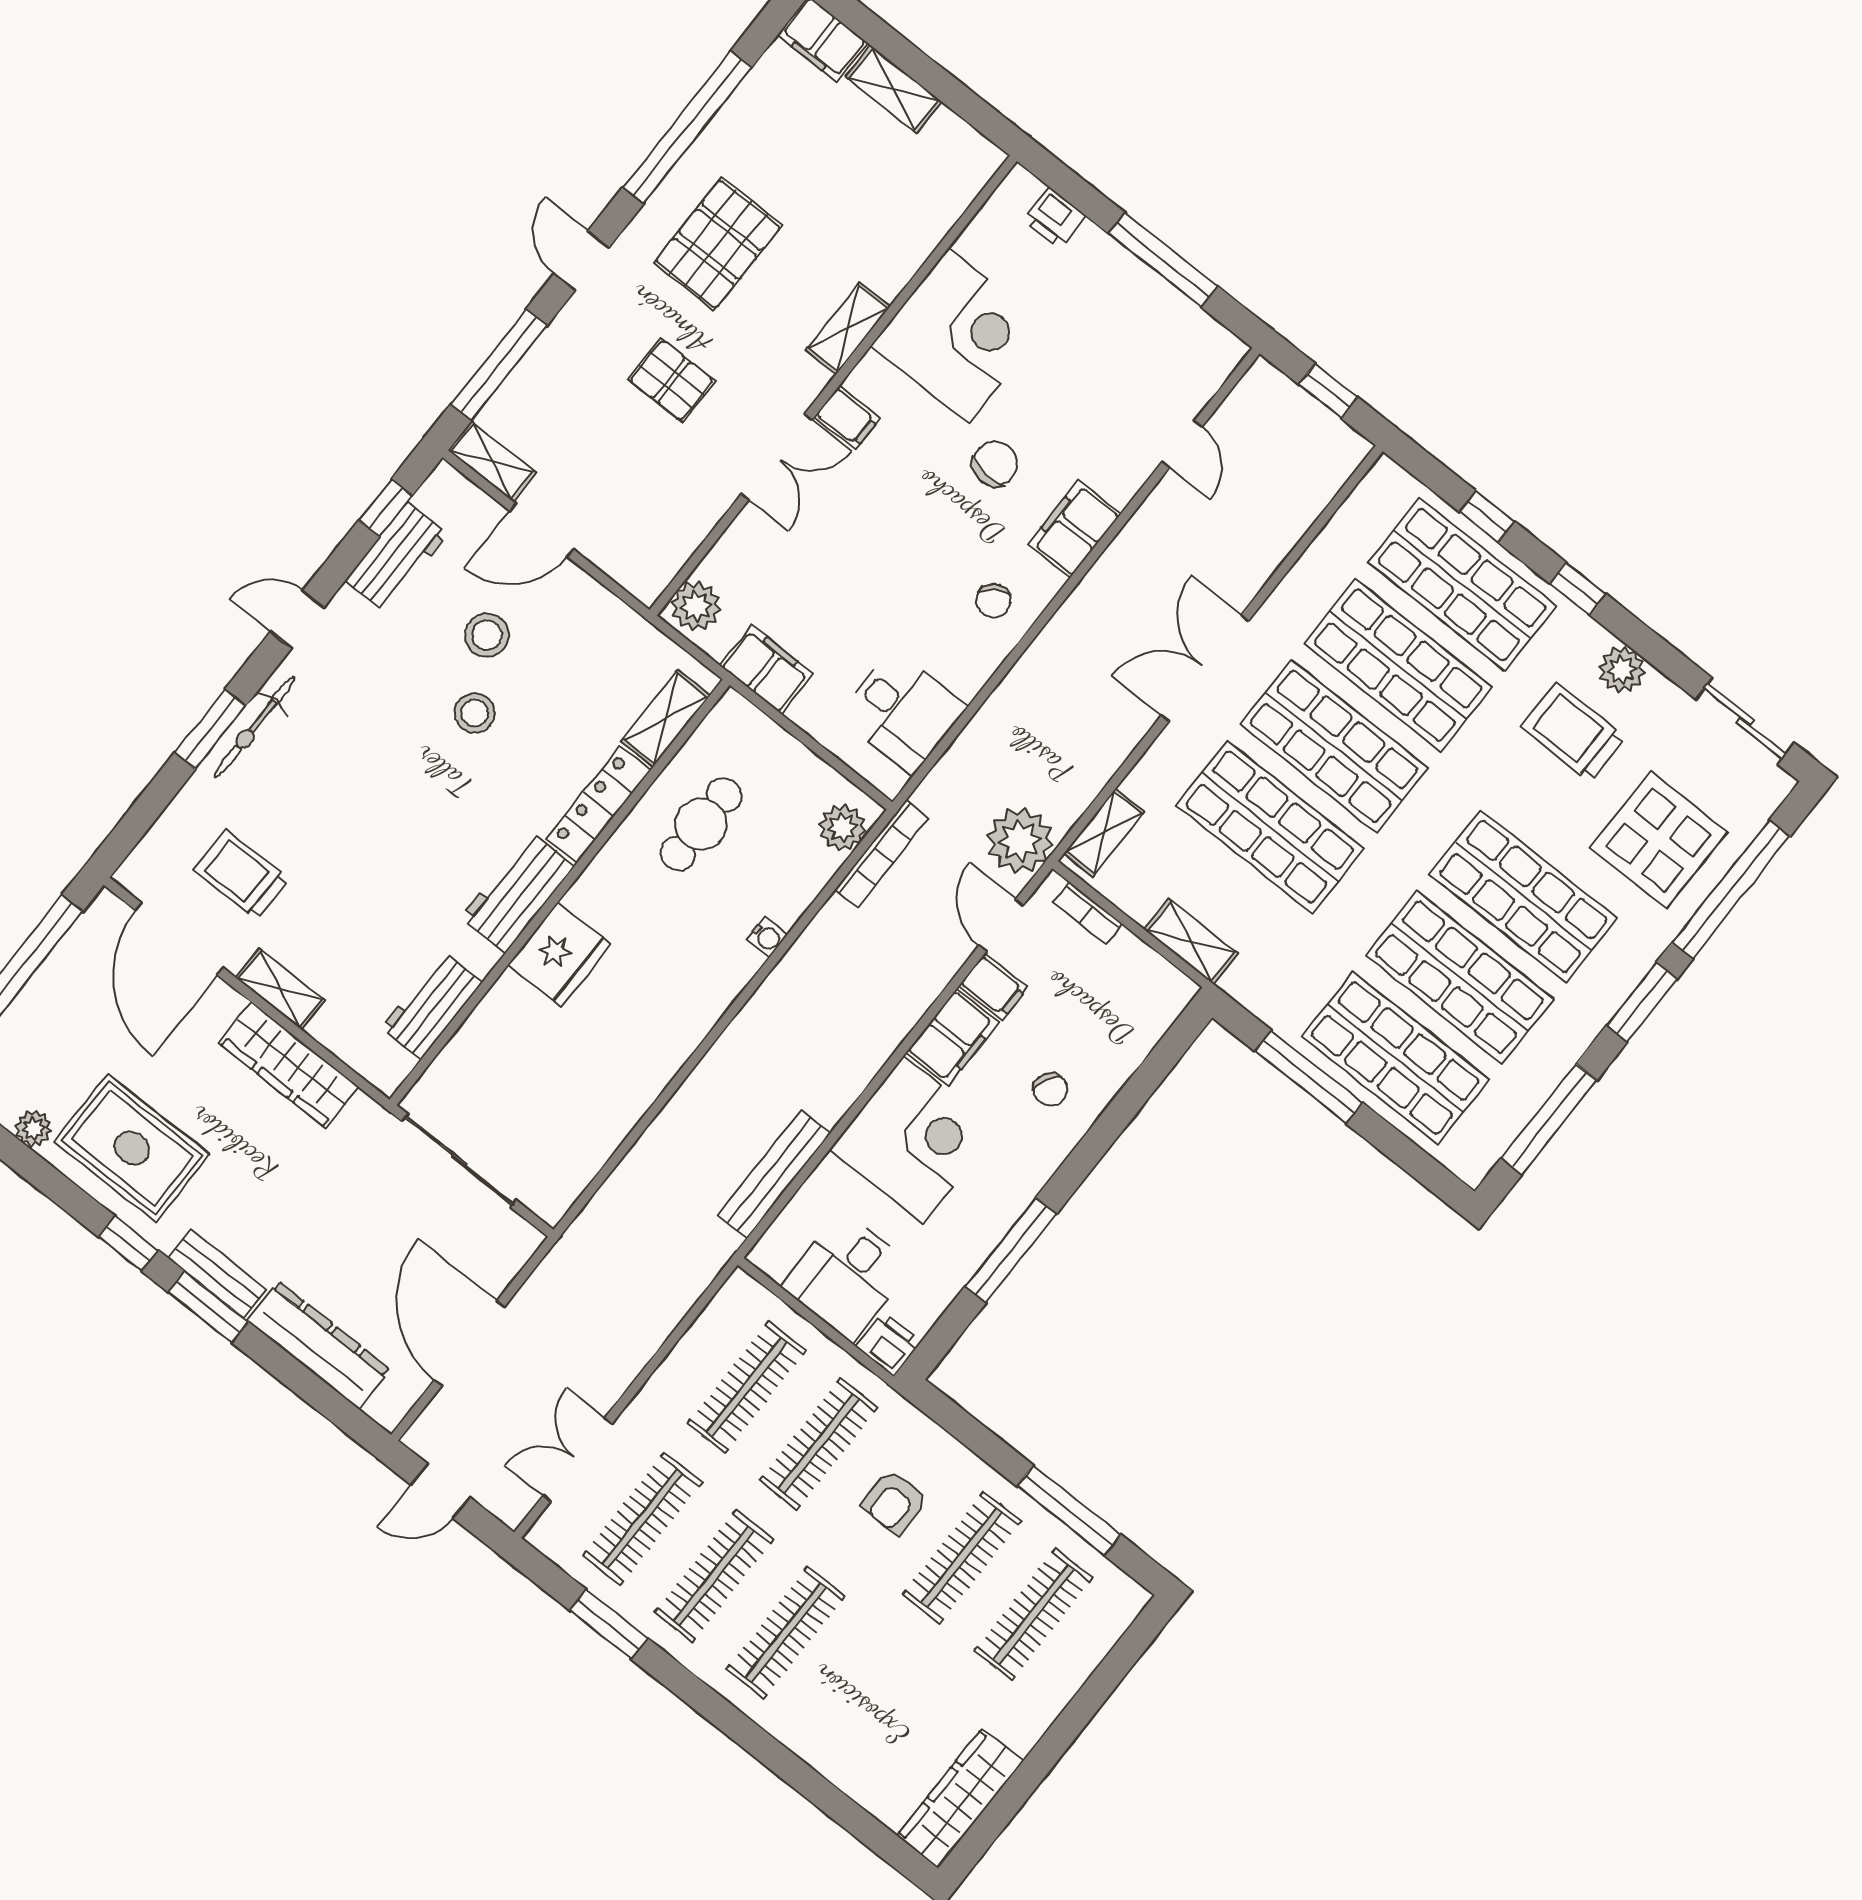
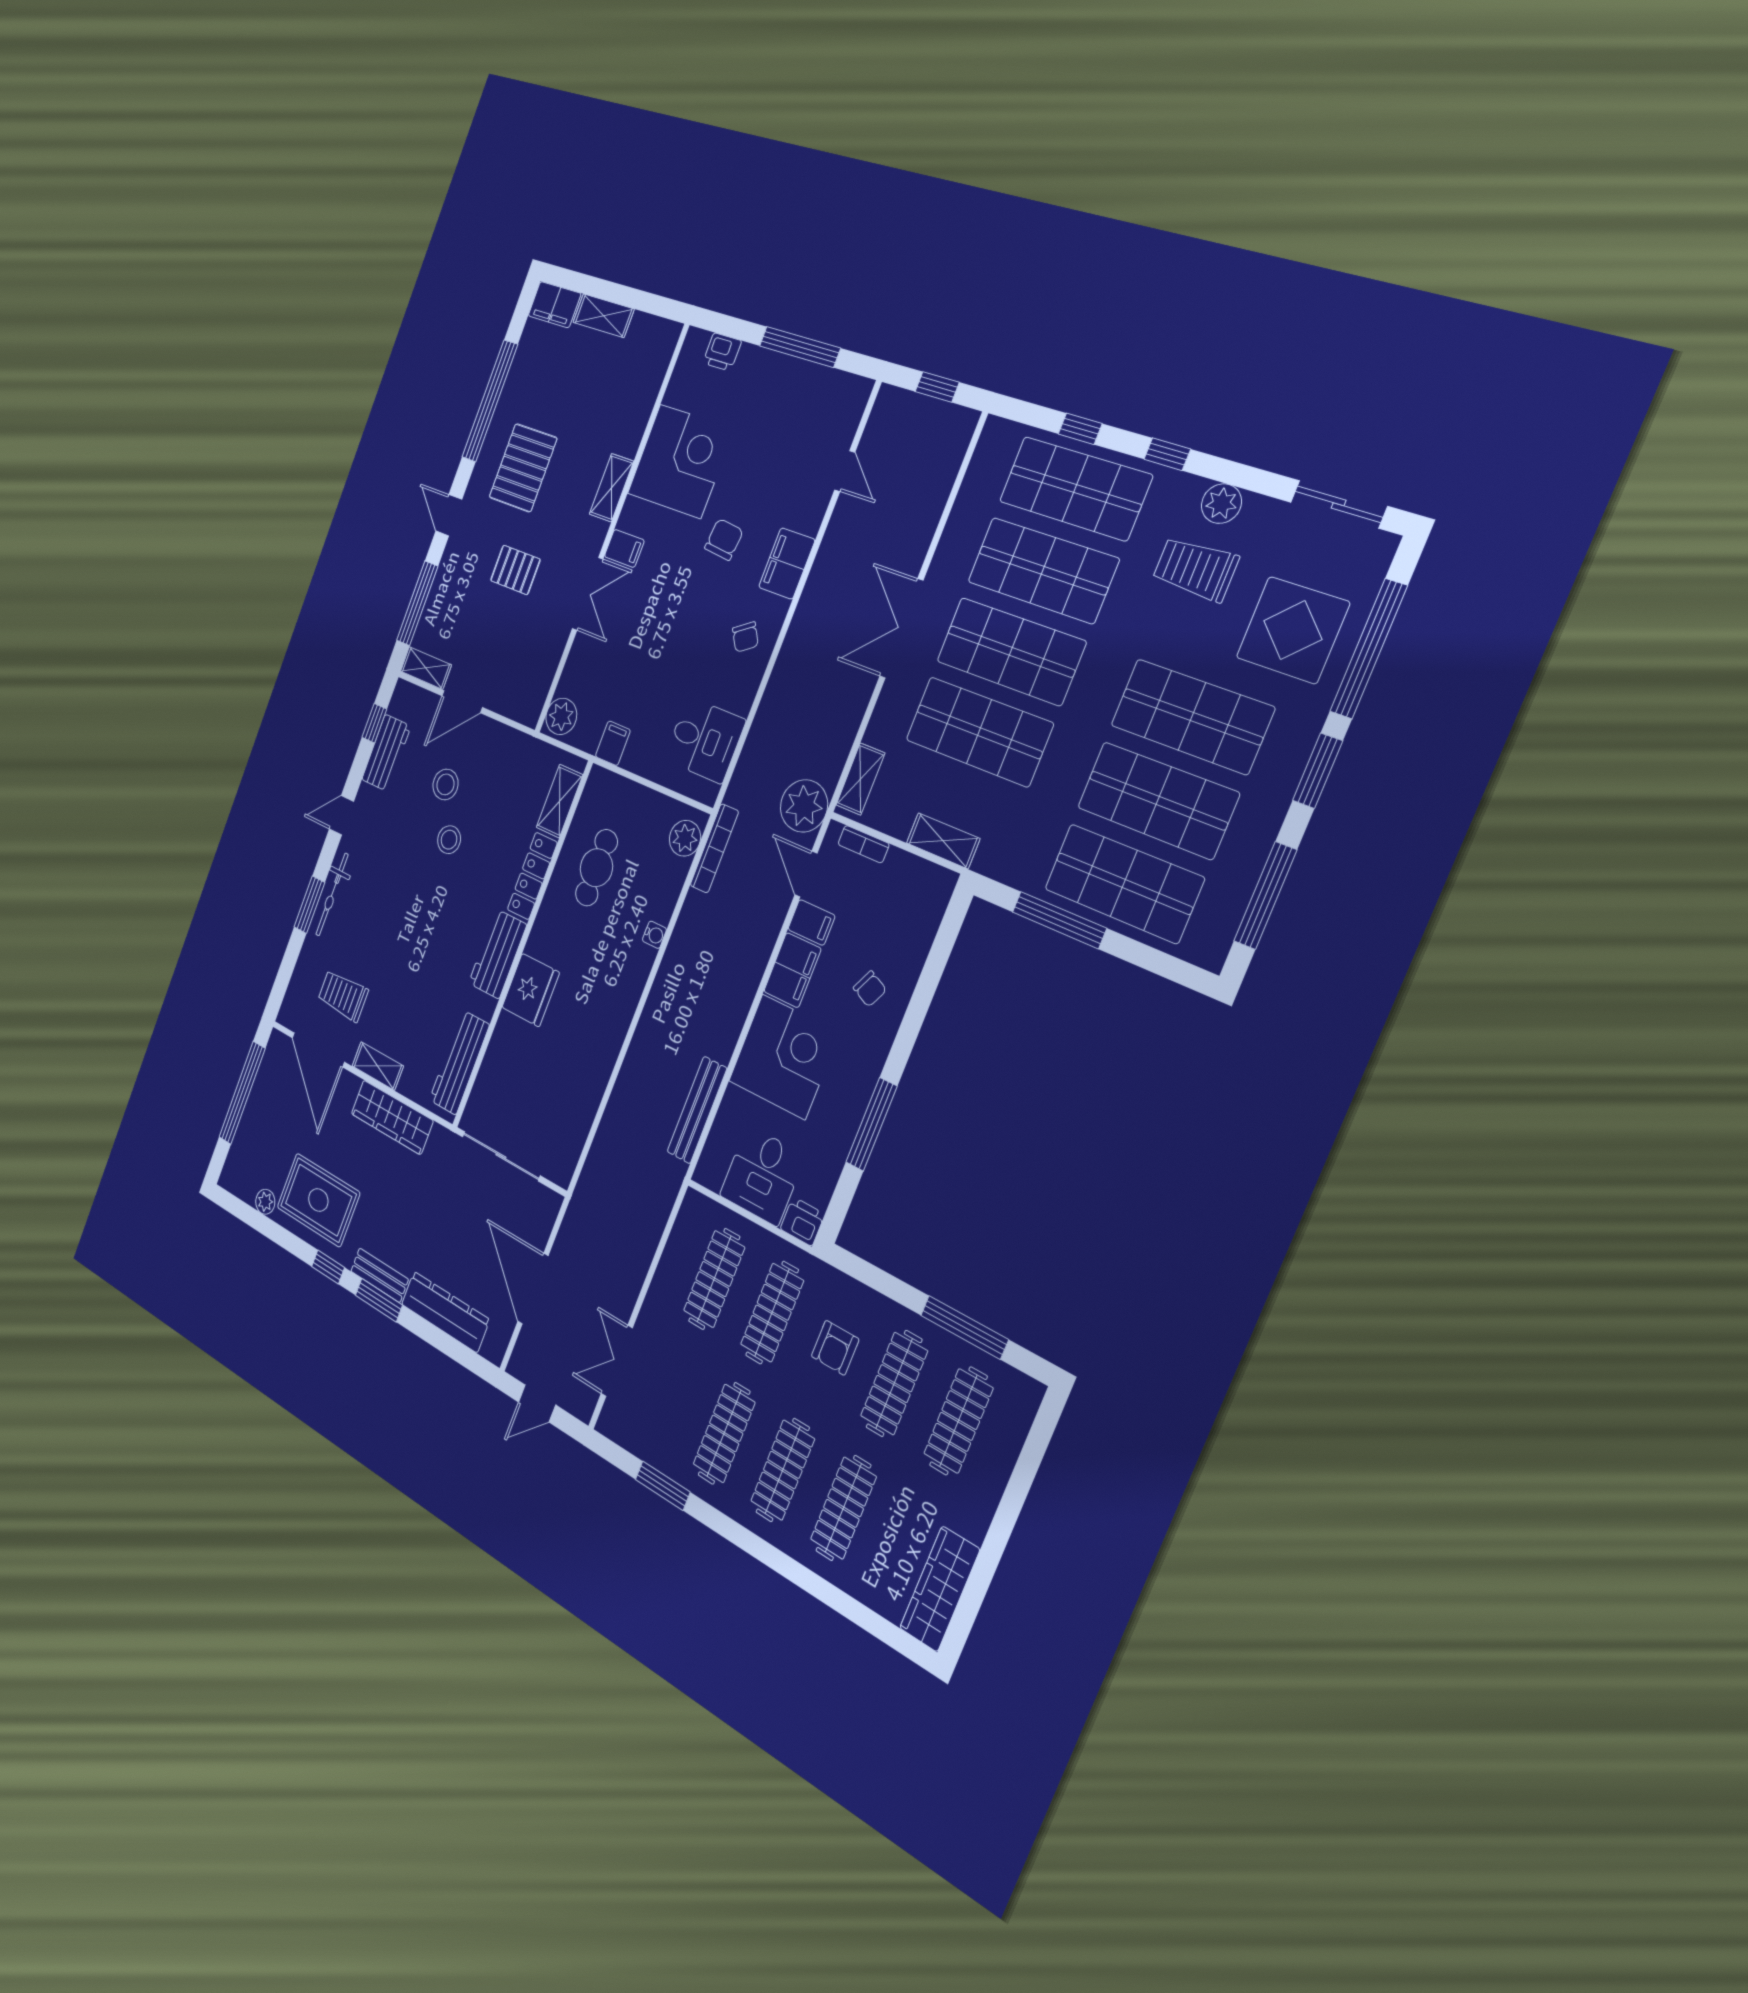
filing cabinet: (766, 669) -> (613, 743), width x0.50
workbench: (432, 1005) -> (459, 1062), width x1.38
clothes rail: (642, 1519) -> (843, 1508), moved

